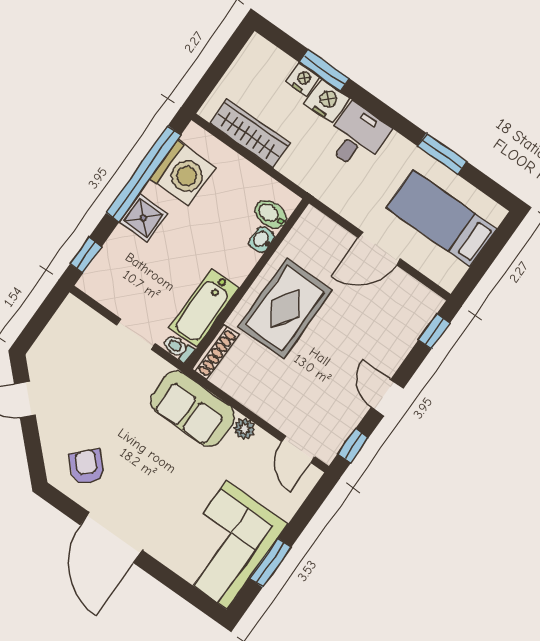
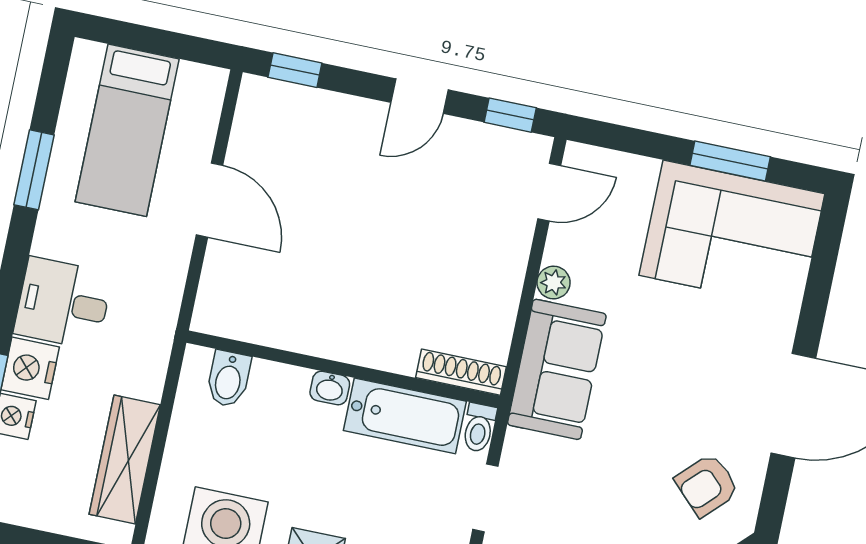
washbasin: (262, 240) -> (330, 388), moved
rug: (285, 309) -> (355, 299), removed

